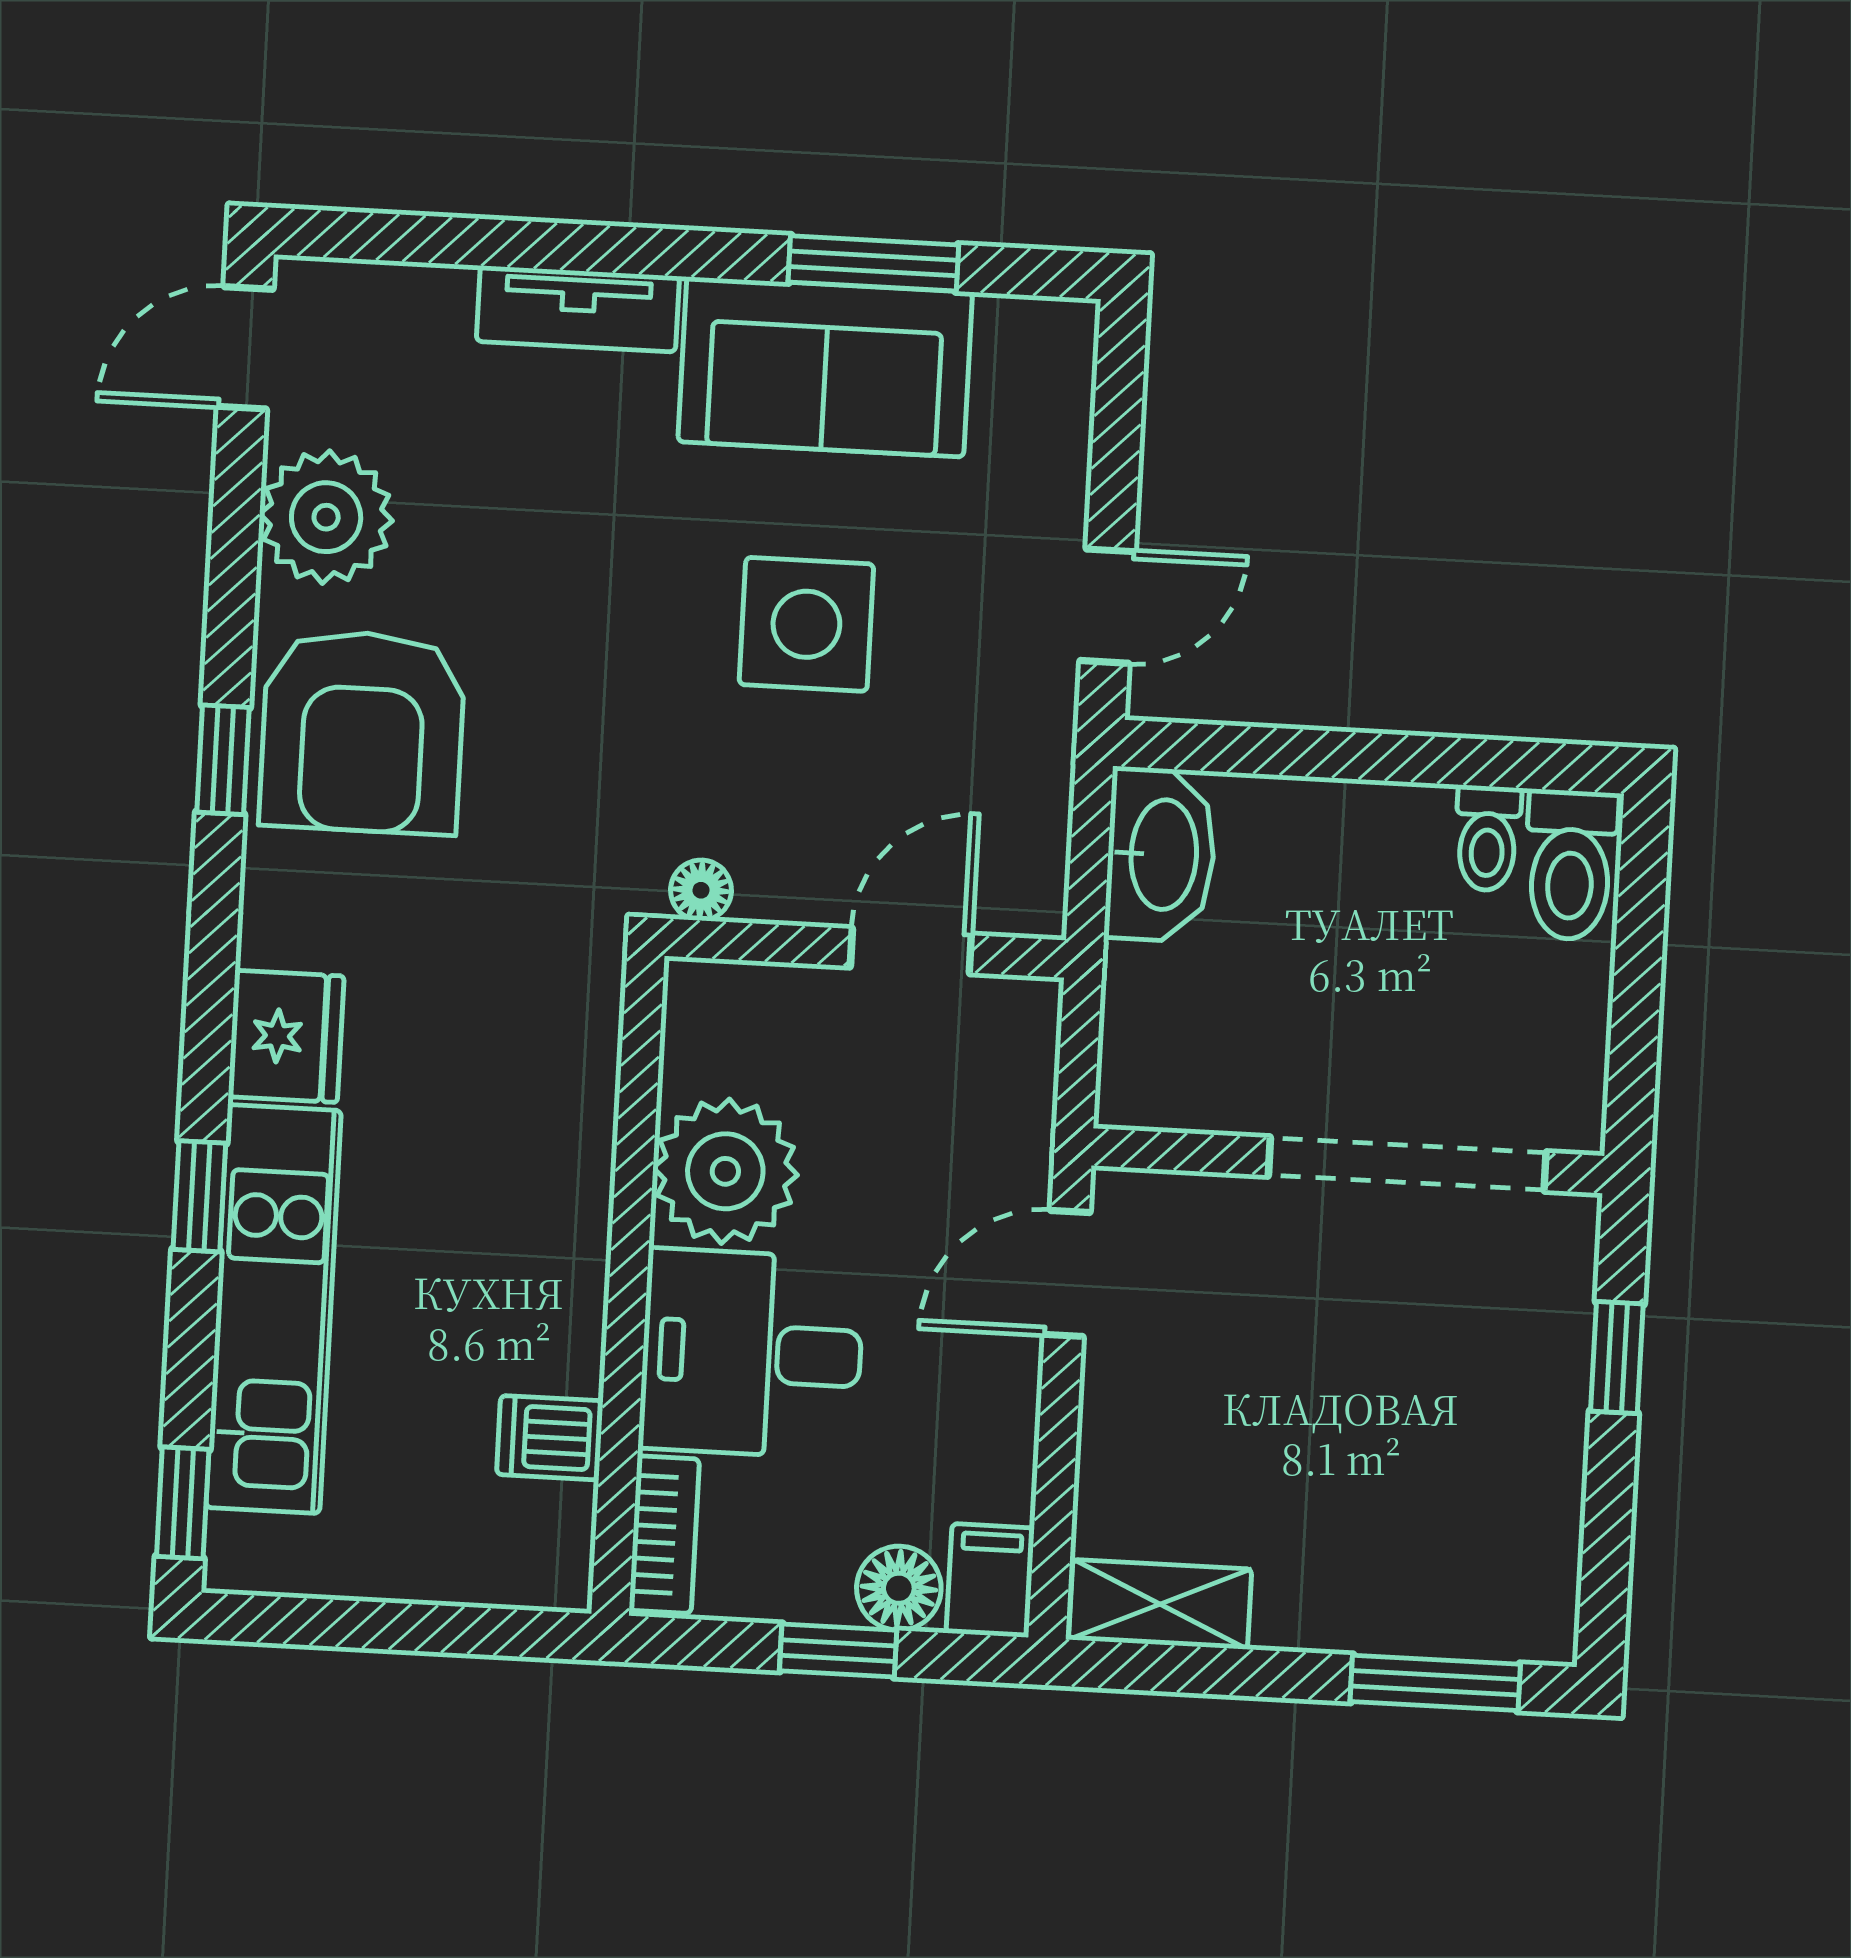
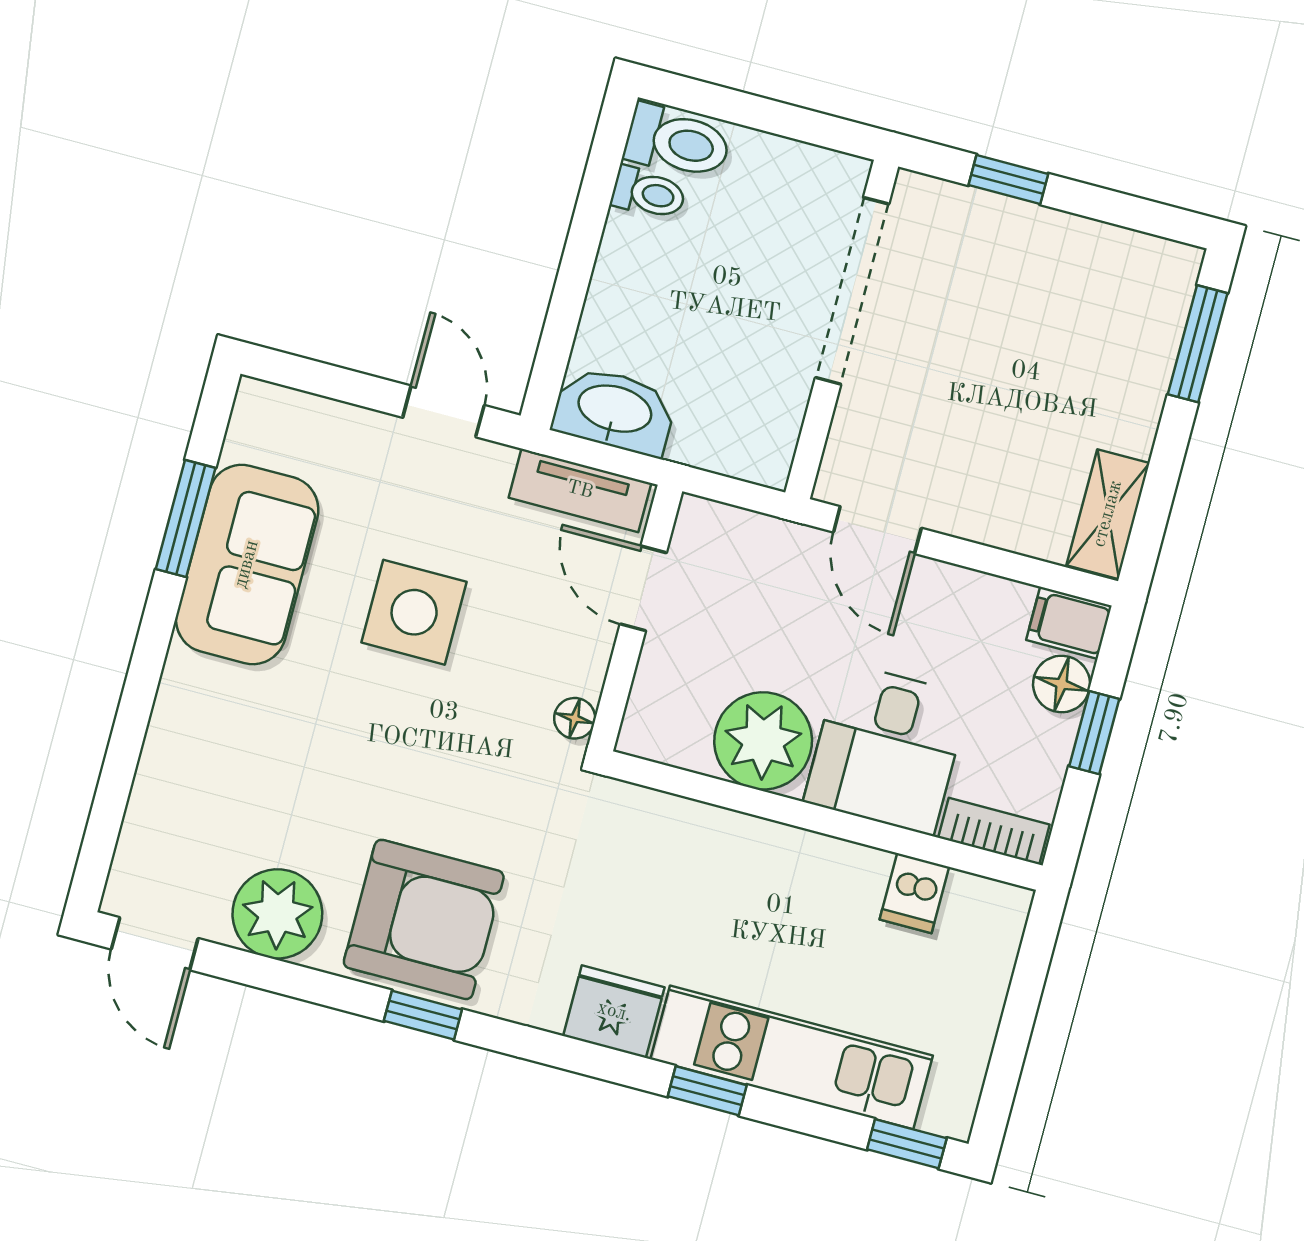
tv unit: (578, 309) -> (580, 490), moved, turned 90

